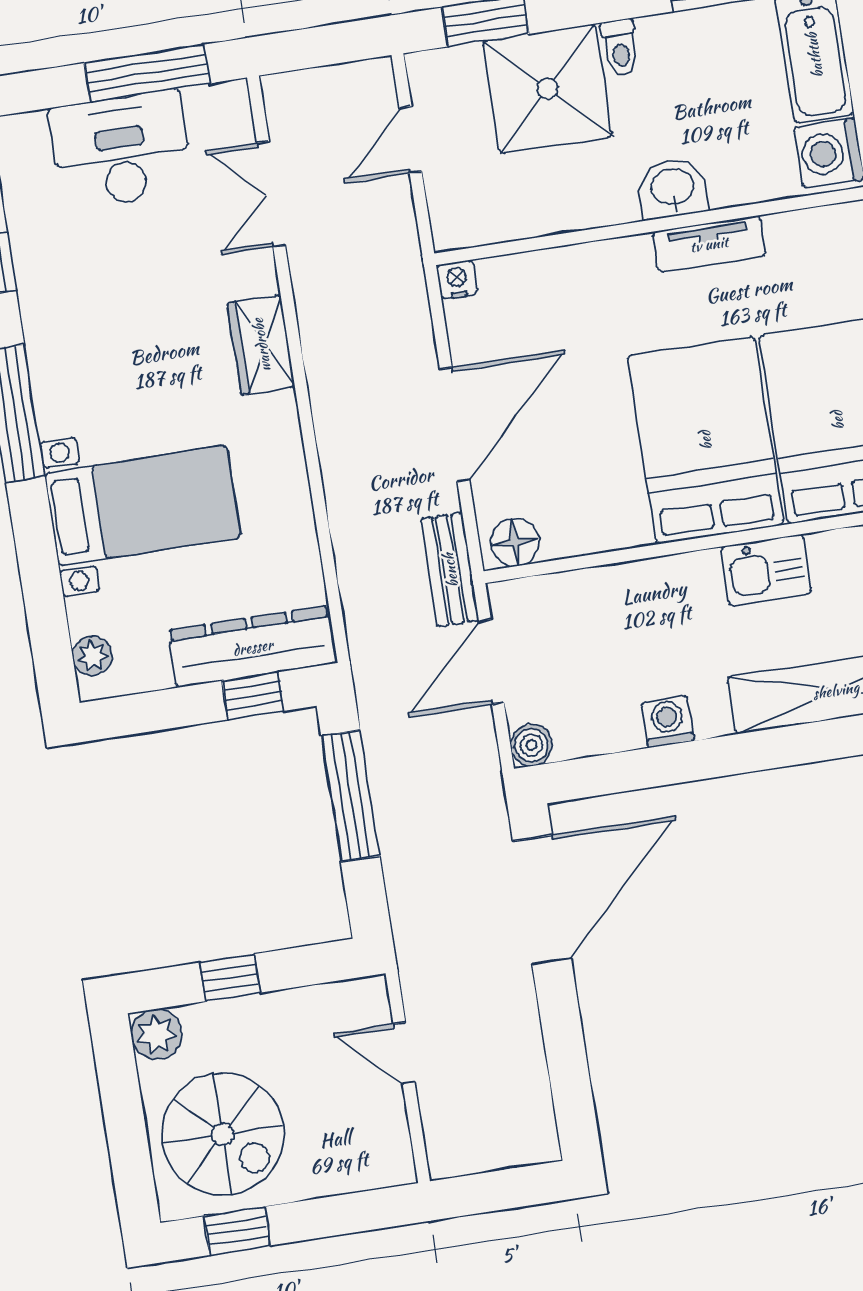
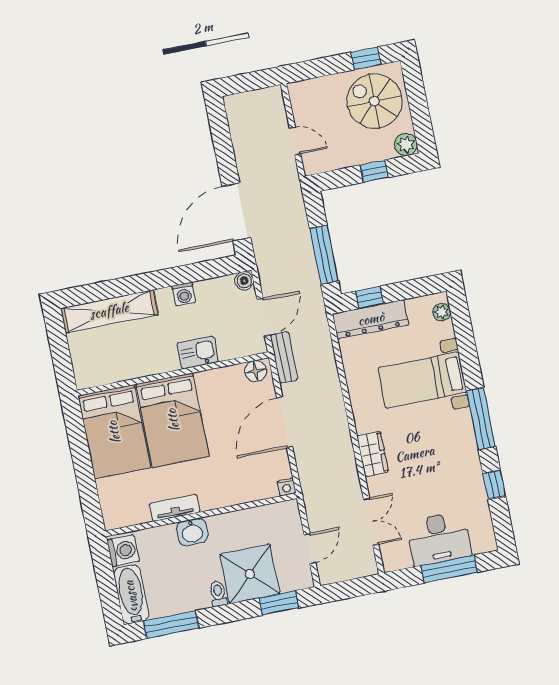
window: (147, 73) -> (449, 569), moved
kitchen sink: (766, 570) -> (198, 353), moved

